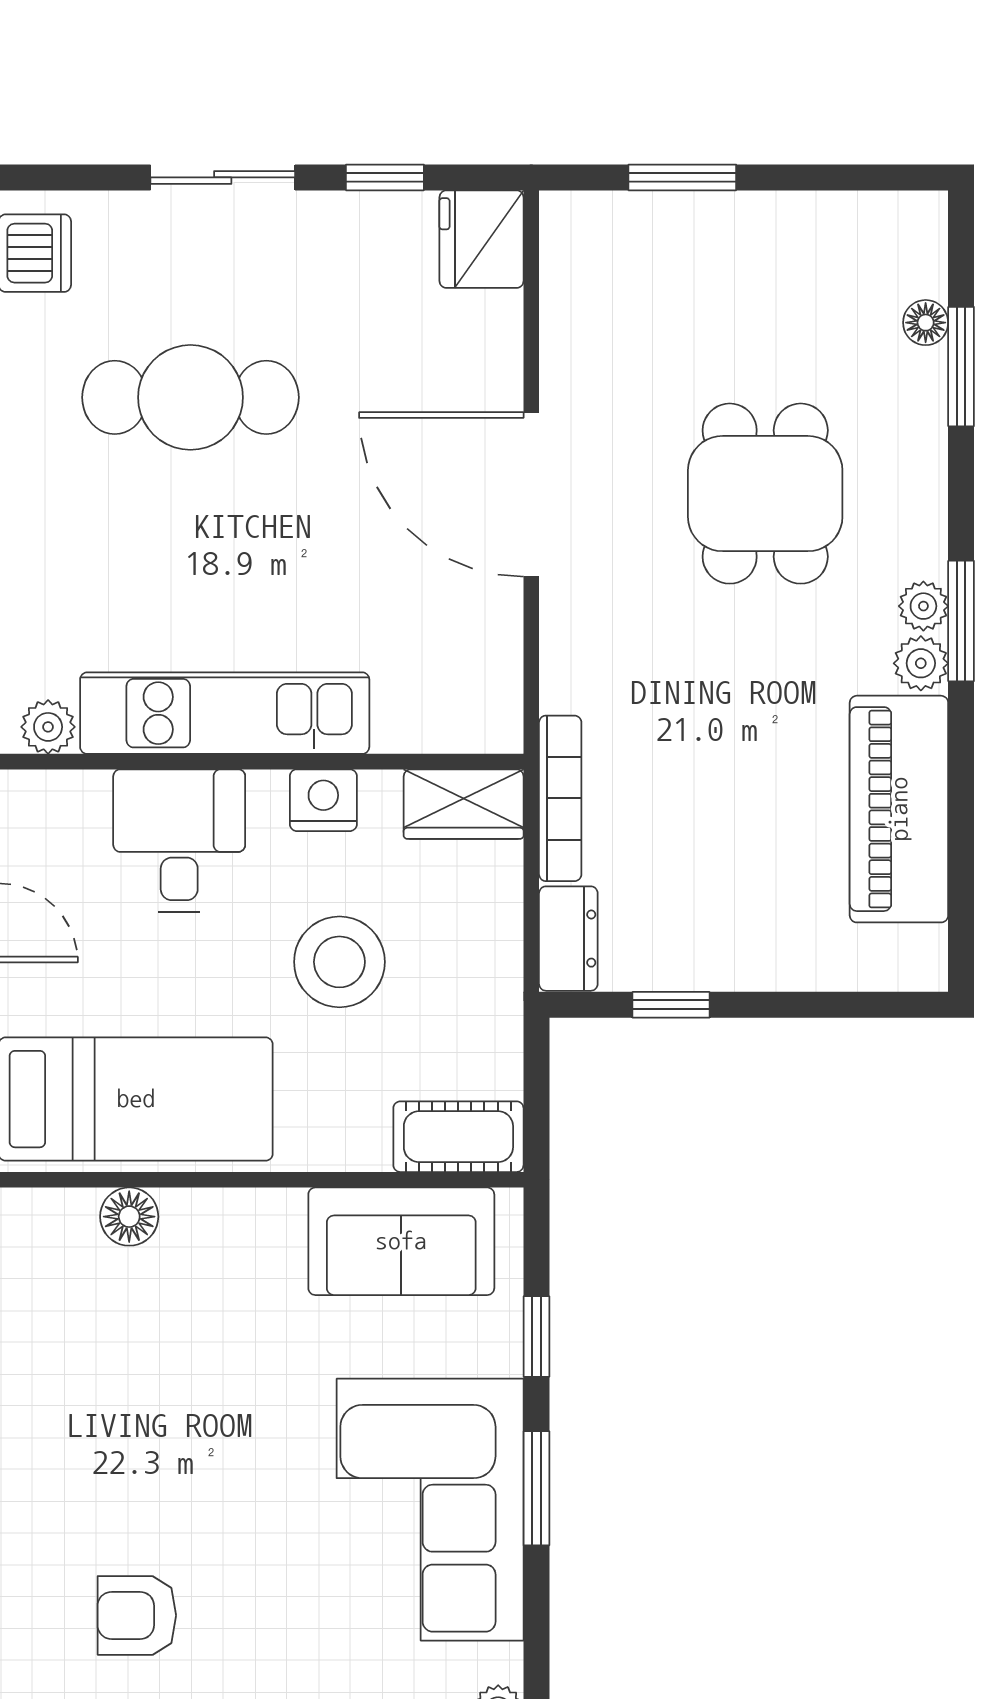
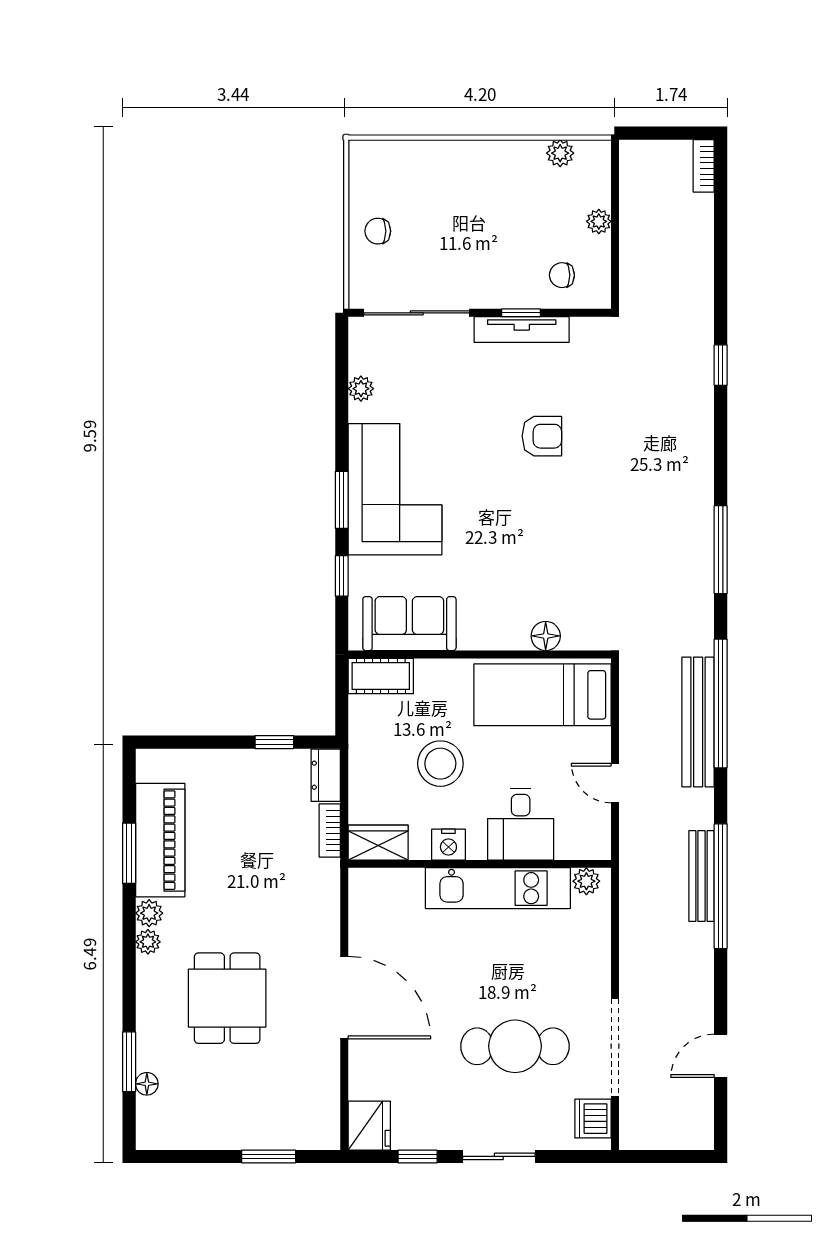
window: (961, 621) -> (129, 853), moved
bookcase: (560, 798) -> (330, 831), width x0.64

